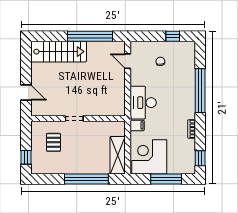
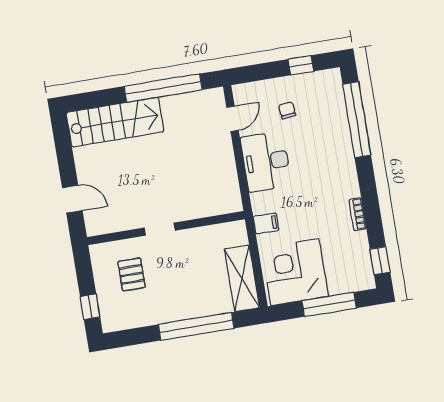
door: (128, 61) -> (233, 119), swing flipped
window: (200, 91) -> (357, 120), moved
desk: (143, 103) -> (266, 162), moved

